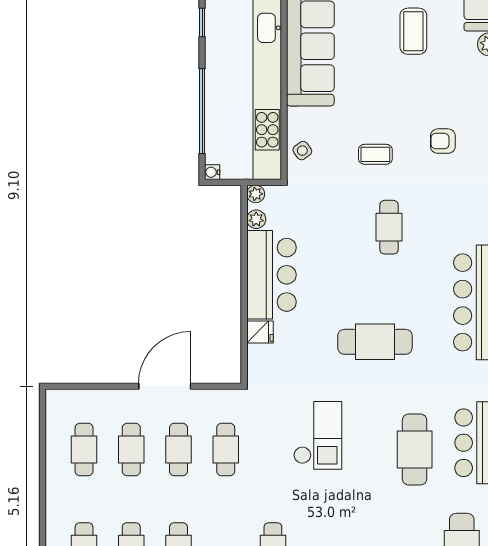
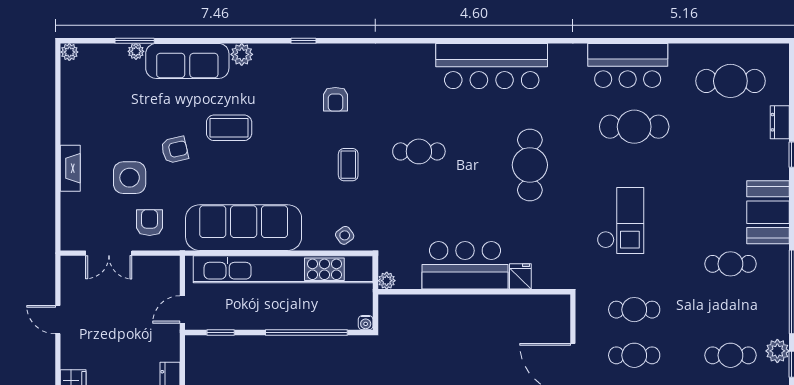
plant: (256, 219) -> (411, 280), removed
checkout: (318, 435) -> (621, 220), turned 90

